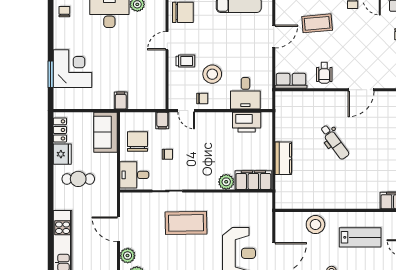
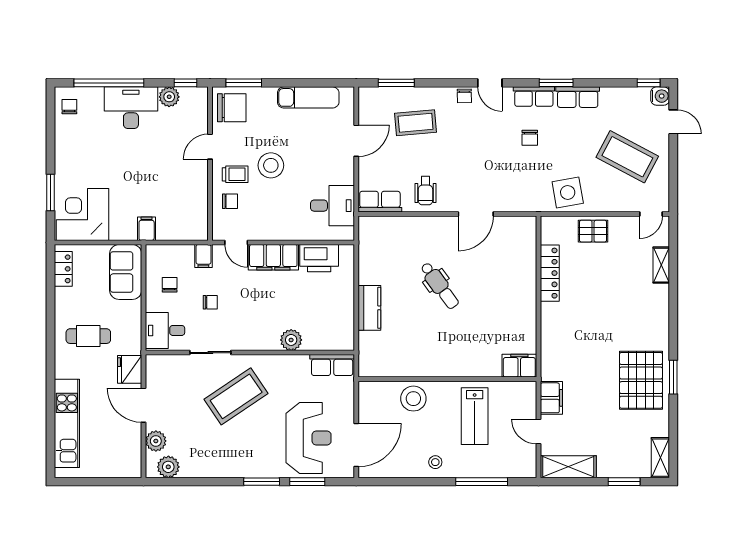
corner desk: (72, 69) -> (82, 214), moved, turned -90
stool: (212, 74) -> (271, 165), moved
desk: (245, 93) -> (333, 206), moved, turned -90
chair: (202, 99) -> (230, 201), moved
chair: (138, 142) -> (170, 285), width x0.54, depth x0.54
fridge: (62, 154) -> (130, 369), moved, turned 180
filing cabinet: (253, 180) -> (273, 257), moved, turned 180
row of seats: (256, 200) -> (332, 365), added
coffee table: (186, 223) -> (236, 396), turned -33
lab bench: (360, 237) -> (475, 416), turned 90

